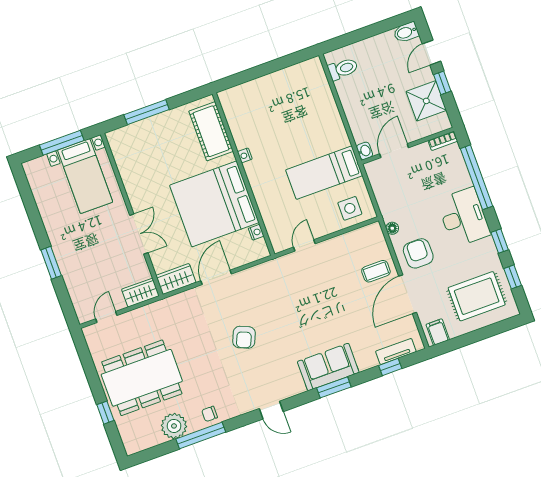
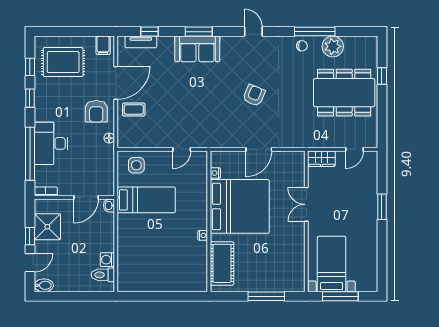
washing machine: (344, 88) -> (107, 260), added
desk: (464, 217) -> (51, 143), moved
wardrobe: (176, 279) -> (290, 159), removed

